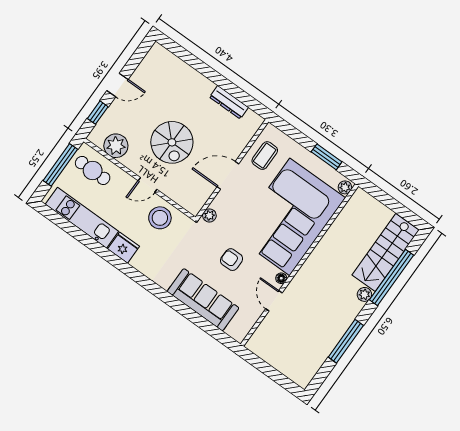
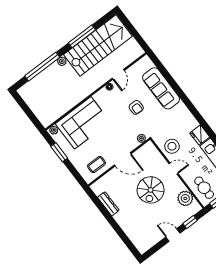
spiral stairs: (172, 142) -> (151, 190), turned 180
corner sofa: (290, 217) -> (83, 123), width x0.73, depth x0.74
stairs: (386, 253) -> (98, 45), moved, width x1.36, depth x1.51

